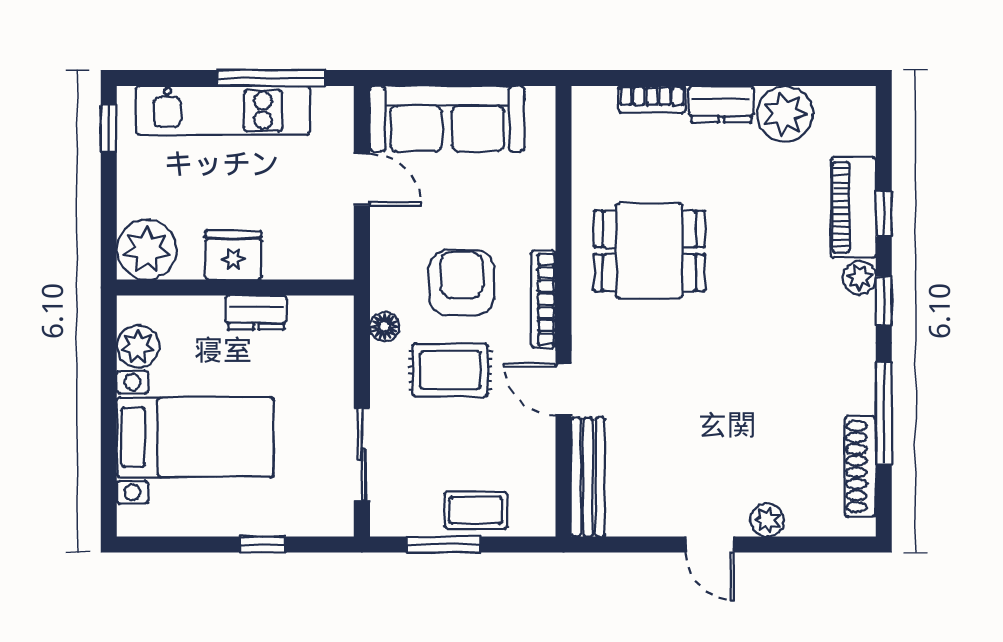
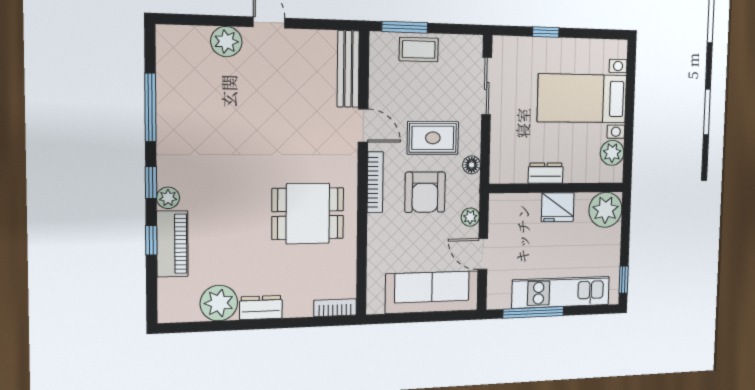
bookcase: (652, 99) -> (335, 308), moved
plant: (385, 241) -> (470, 217), added
shoe rack: (860, 467) -> (167, 72), removed
plant: (767, 520) -> (226, 42), width x1.38, depth x1.38
window: (443, 545) -> (405, 27), moved

